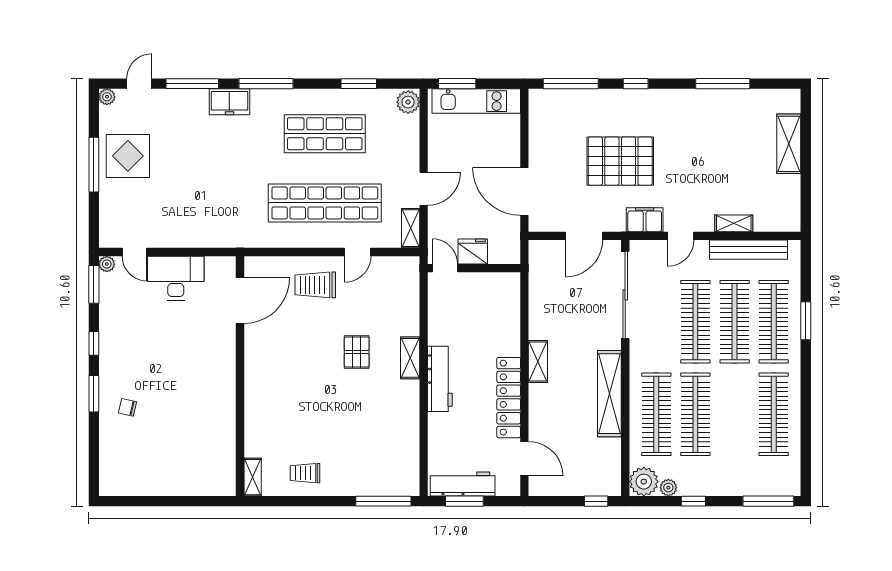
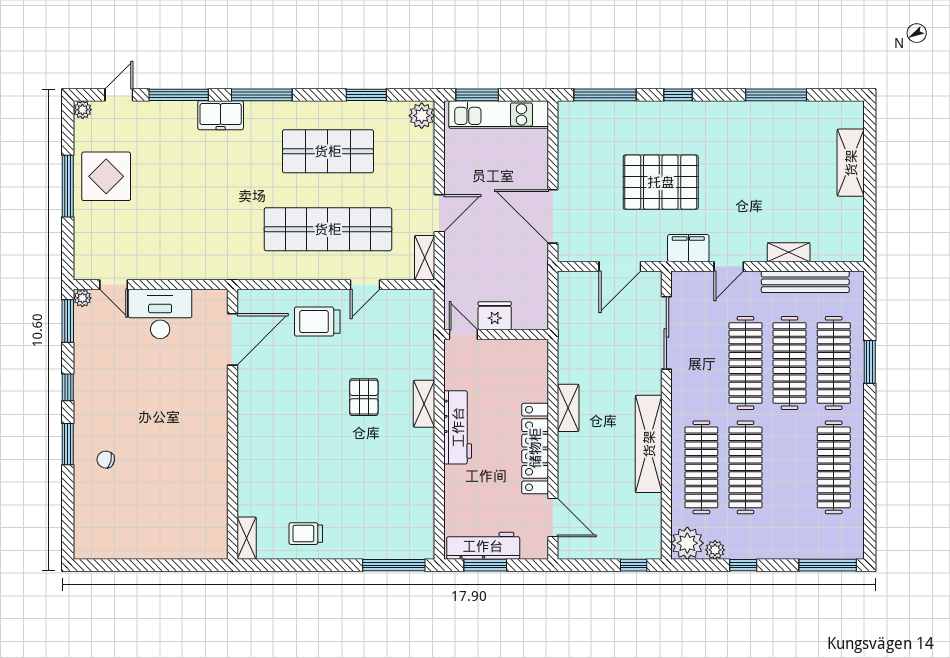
fridge: (473, 252) -> (495, 316), moved
door: (445, 268) -> (463, 335), moved
wall: (474, 268) -> (496, 335), moved
sliding door: (625, 295) -> (666, 333), width x0.73

